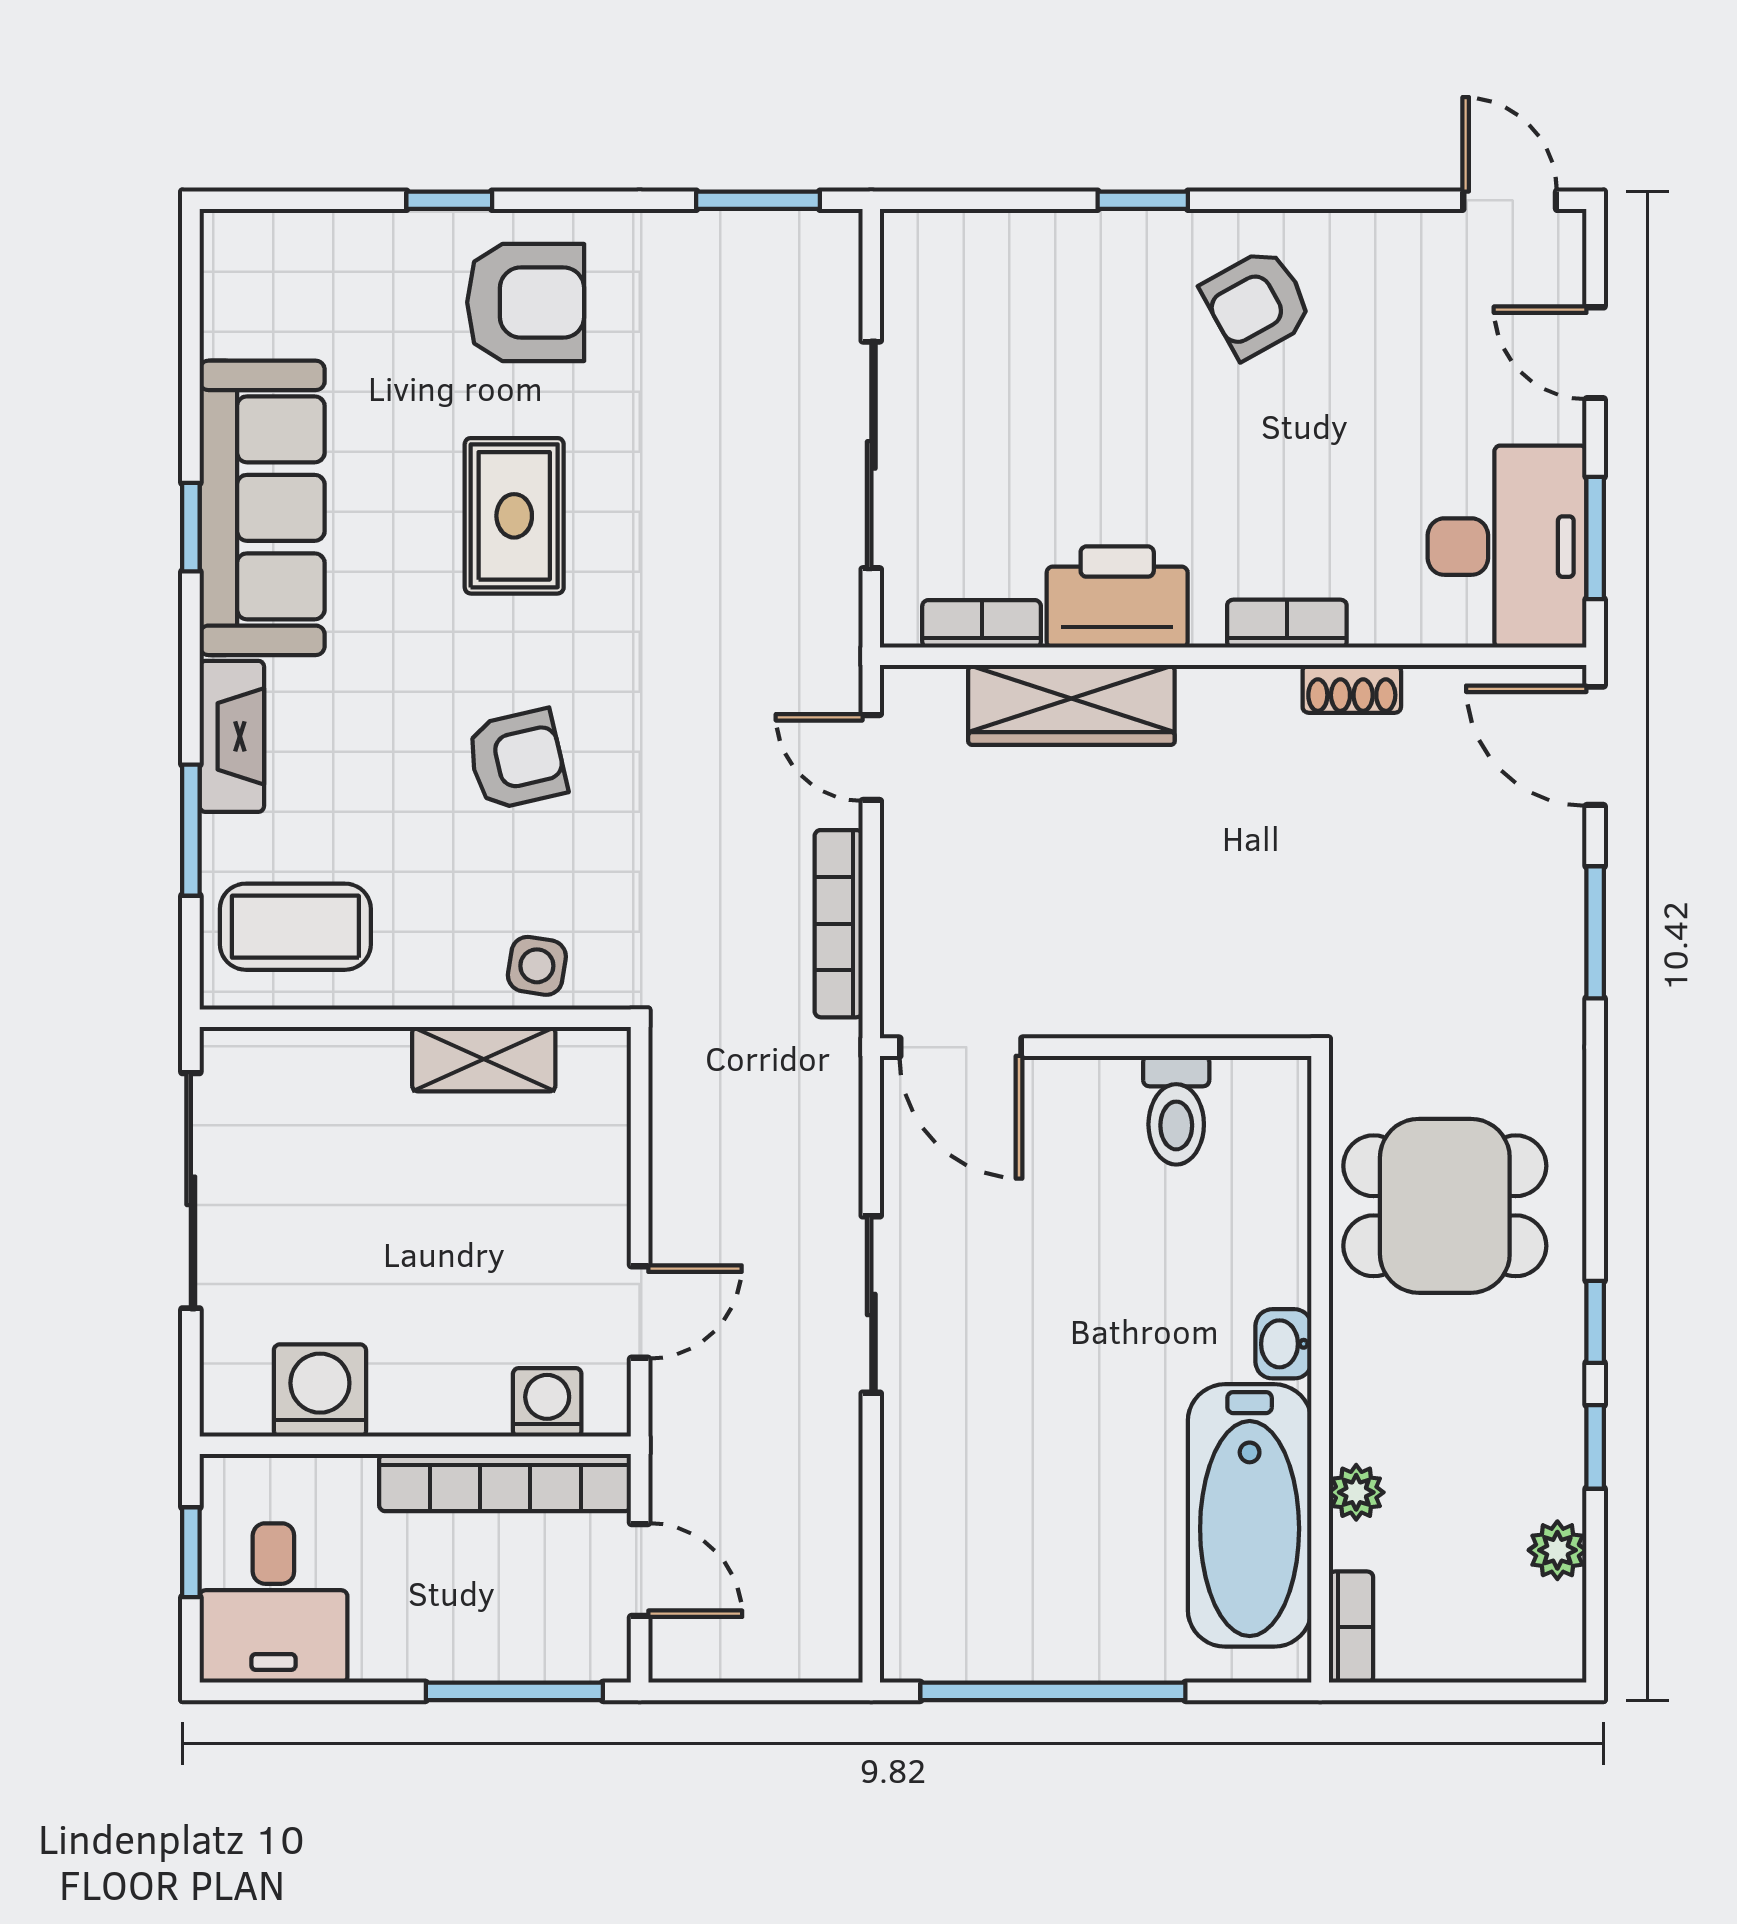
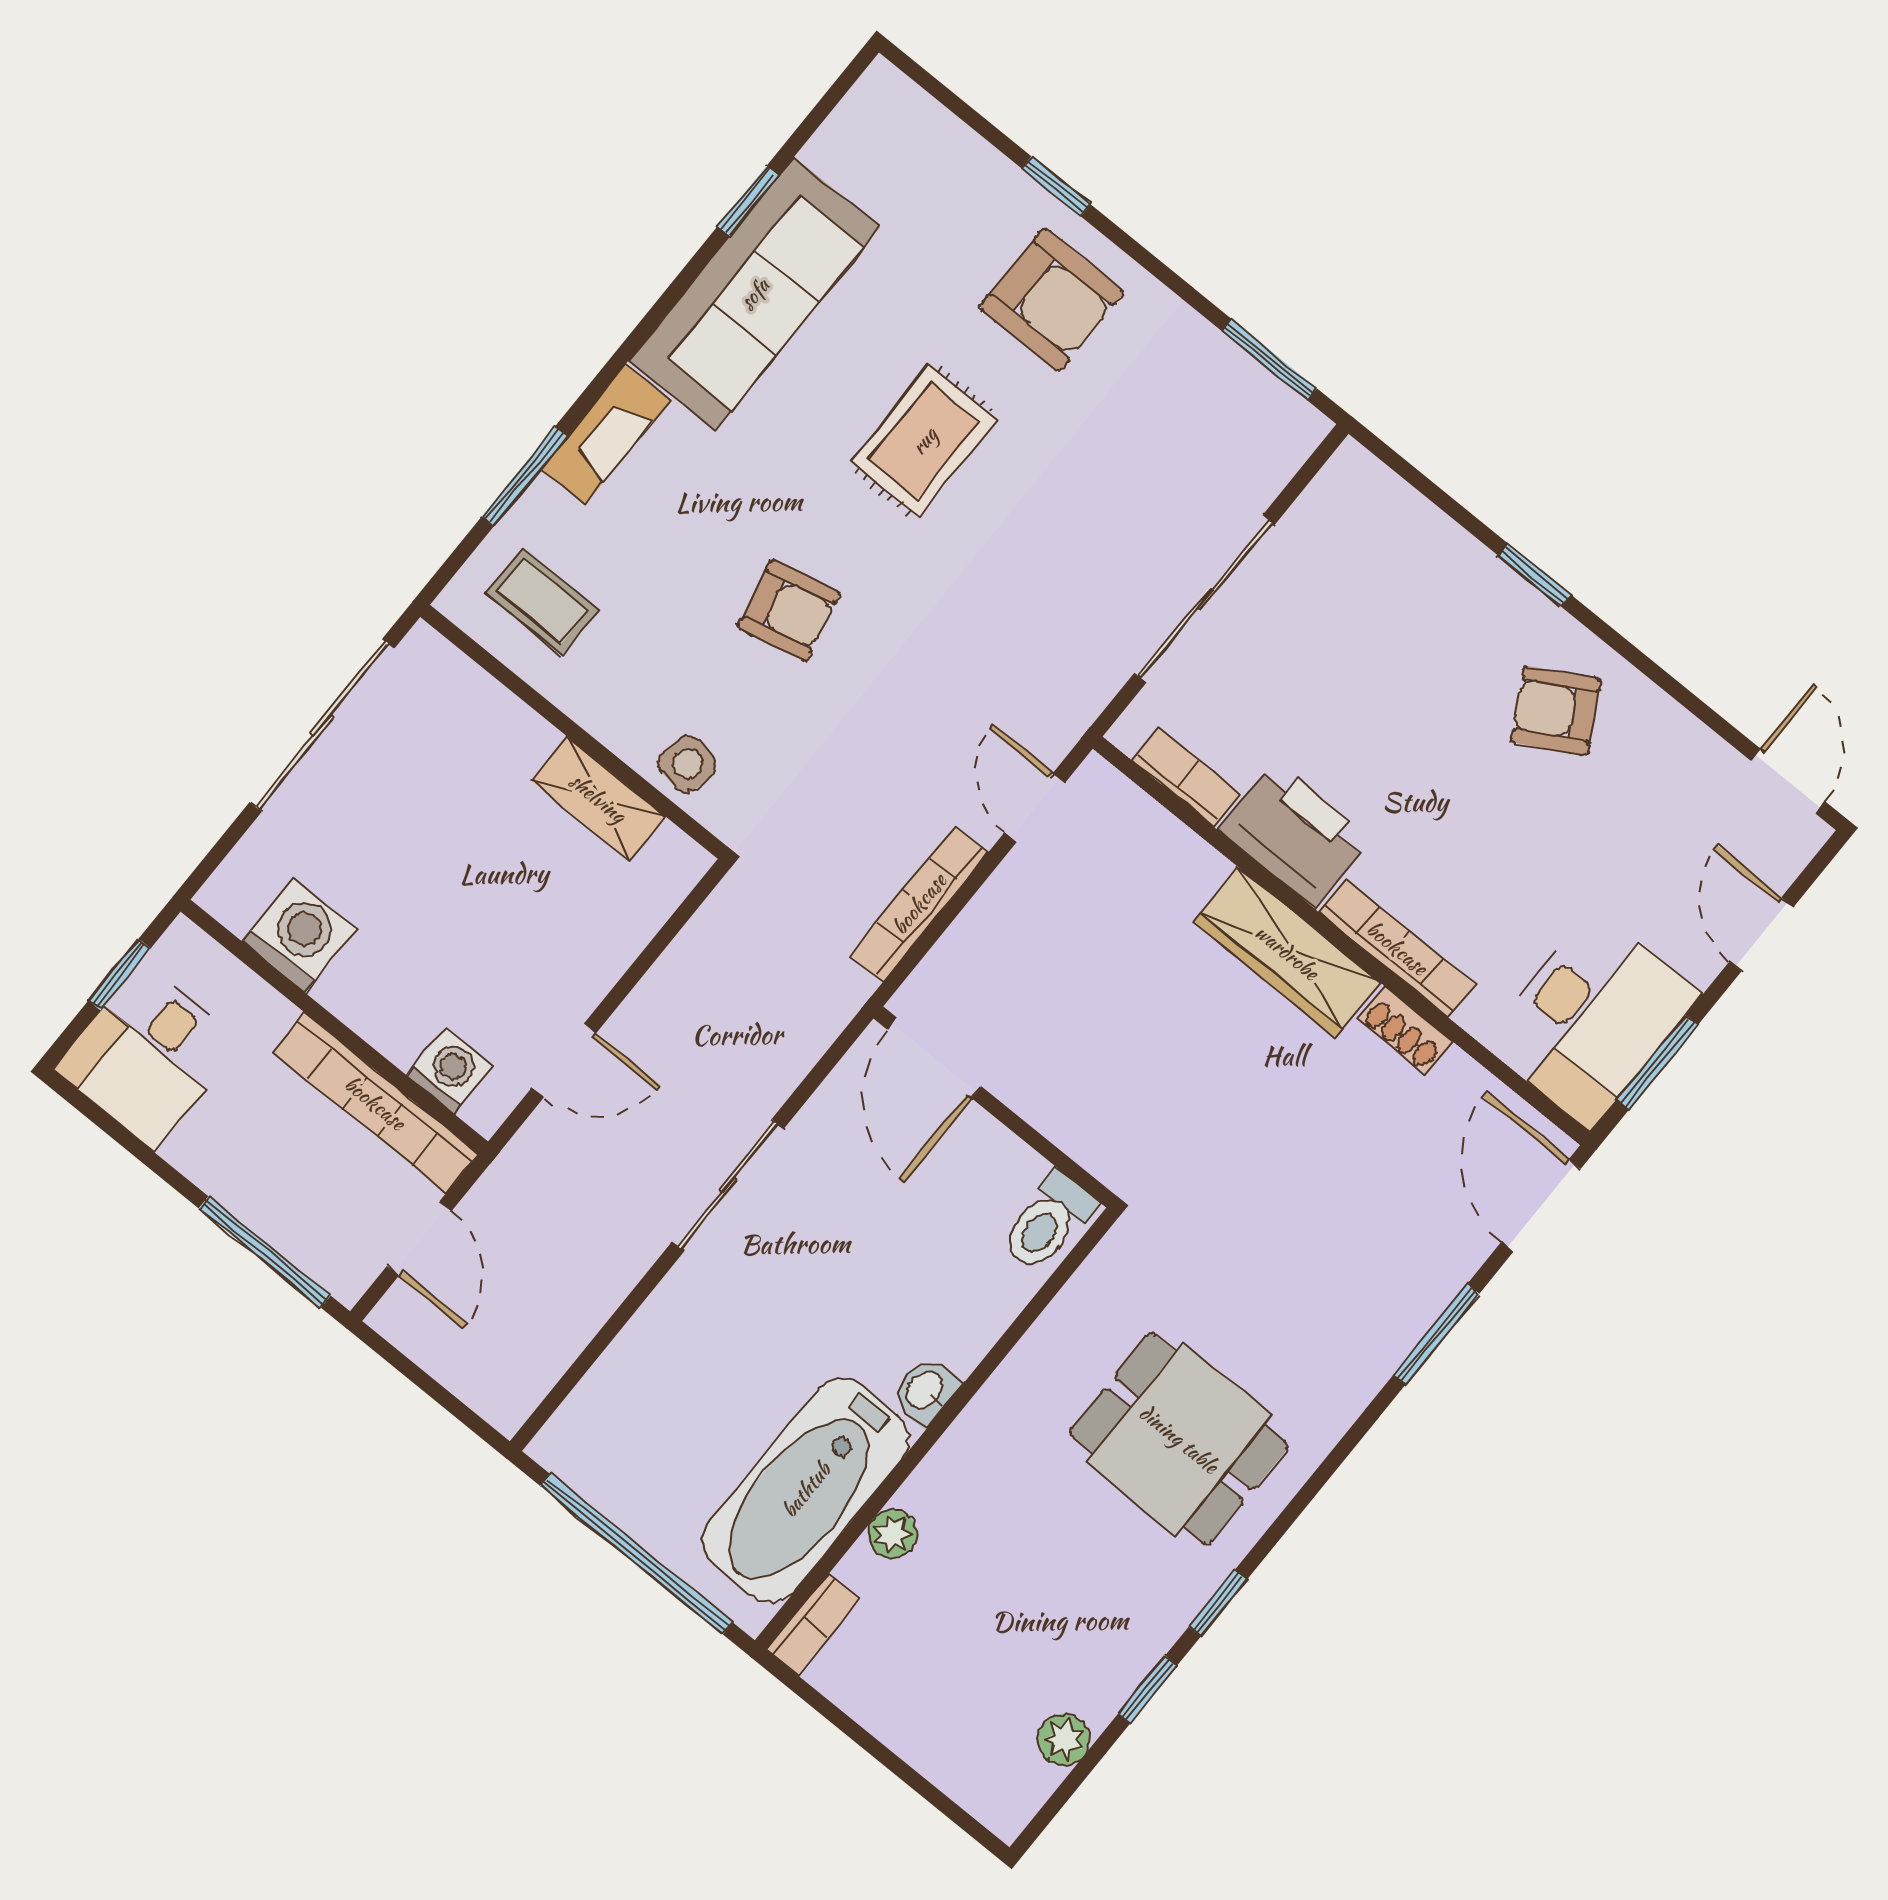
window: (191, 527) -> (748, 201), moved
bookcase: (1287, 624) -> (1397, 948), width x1.56
wardrobe: (1071, 705) -> (1287, 952), moved
coffee table: (295, 927) -> (542, 601), width x0.73, depth x0.77
washbasin: (1283, 1344) -> (925, 1391), moved
wall: (1320, 1369) -> (936, 1429), moved
plant: (1356, 1492) -> (892, 1534), moved
bathtub: (1250, 1515) -> (806, 1490), moved
bookcase: (1351, 1627) -> (813, 1624), moved

